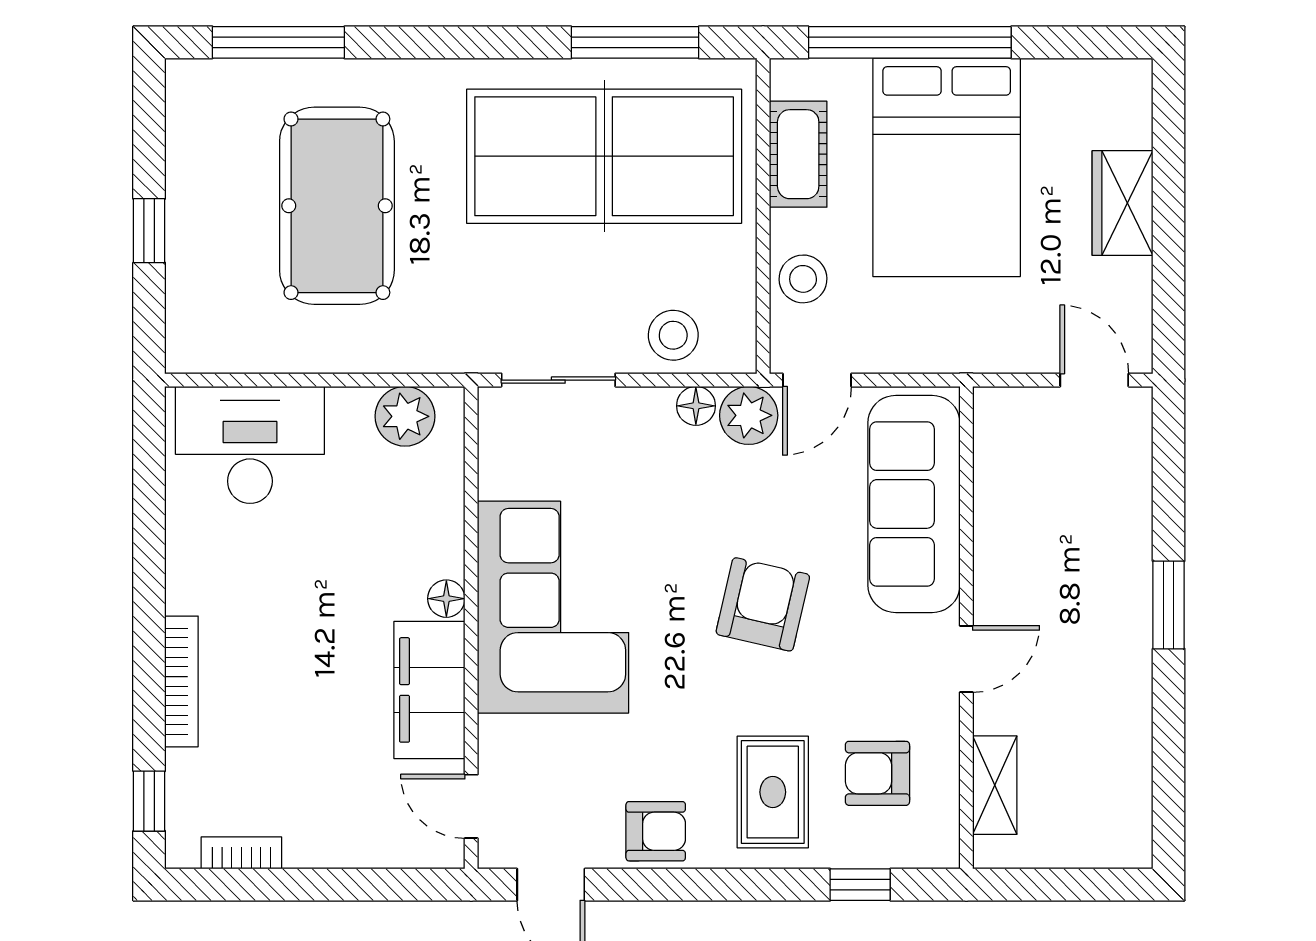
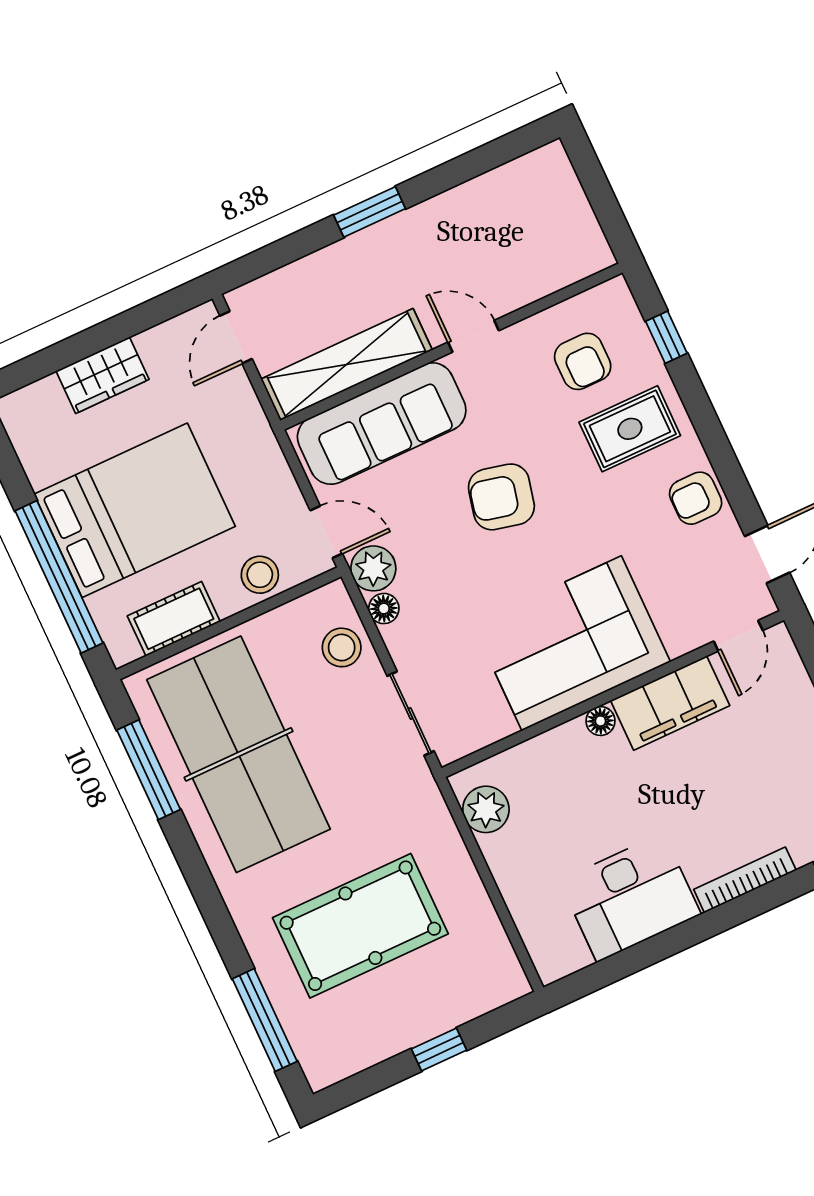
desk: (250, 445) -> (630, 897), moved, turned -90
shelving: (995, 785) -> (347, 365), moved, width x2.20, depth x1.33
armchair: (656, 831) -> (696, 498), turned -90

